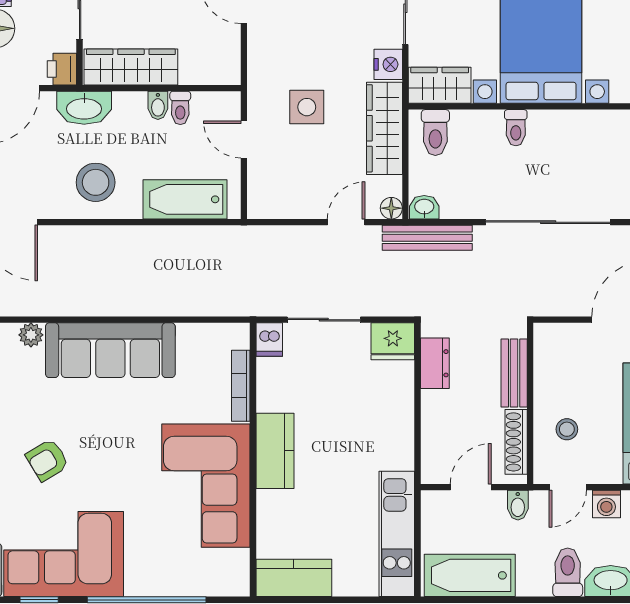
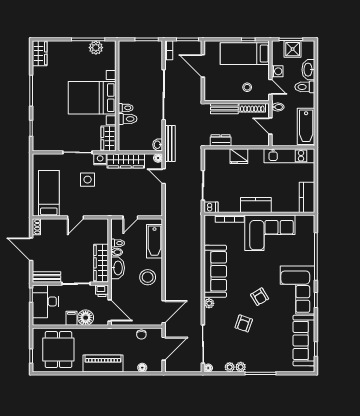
side table: (307, 107) -> (88, 180), moved
washbasin: (84, 108) -> (118, 268), moved
toilet: (435, 132) -> (128, 119), moved
fridge: (393, 341) -> (239, 156), moved, turned 90

